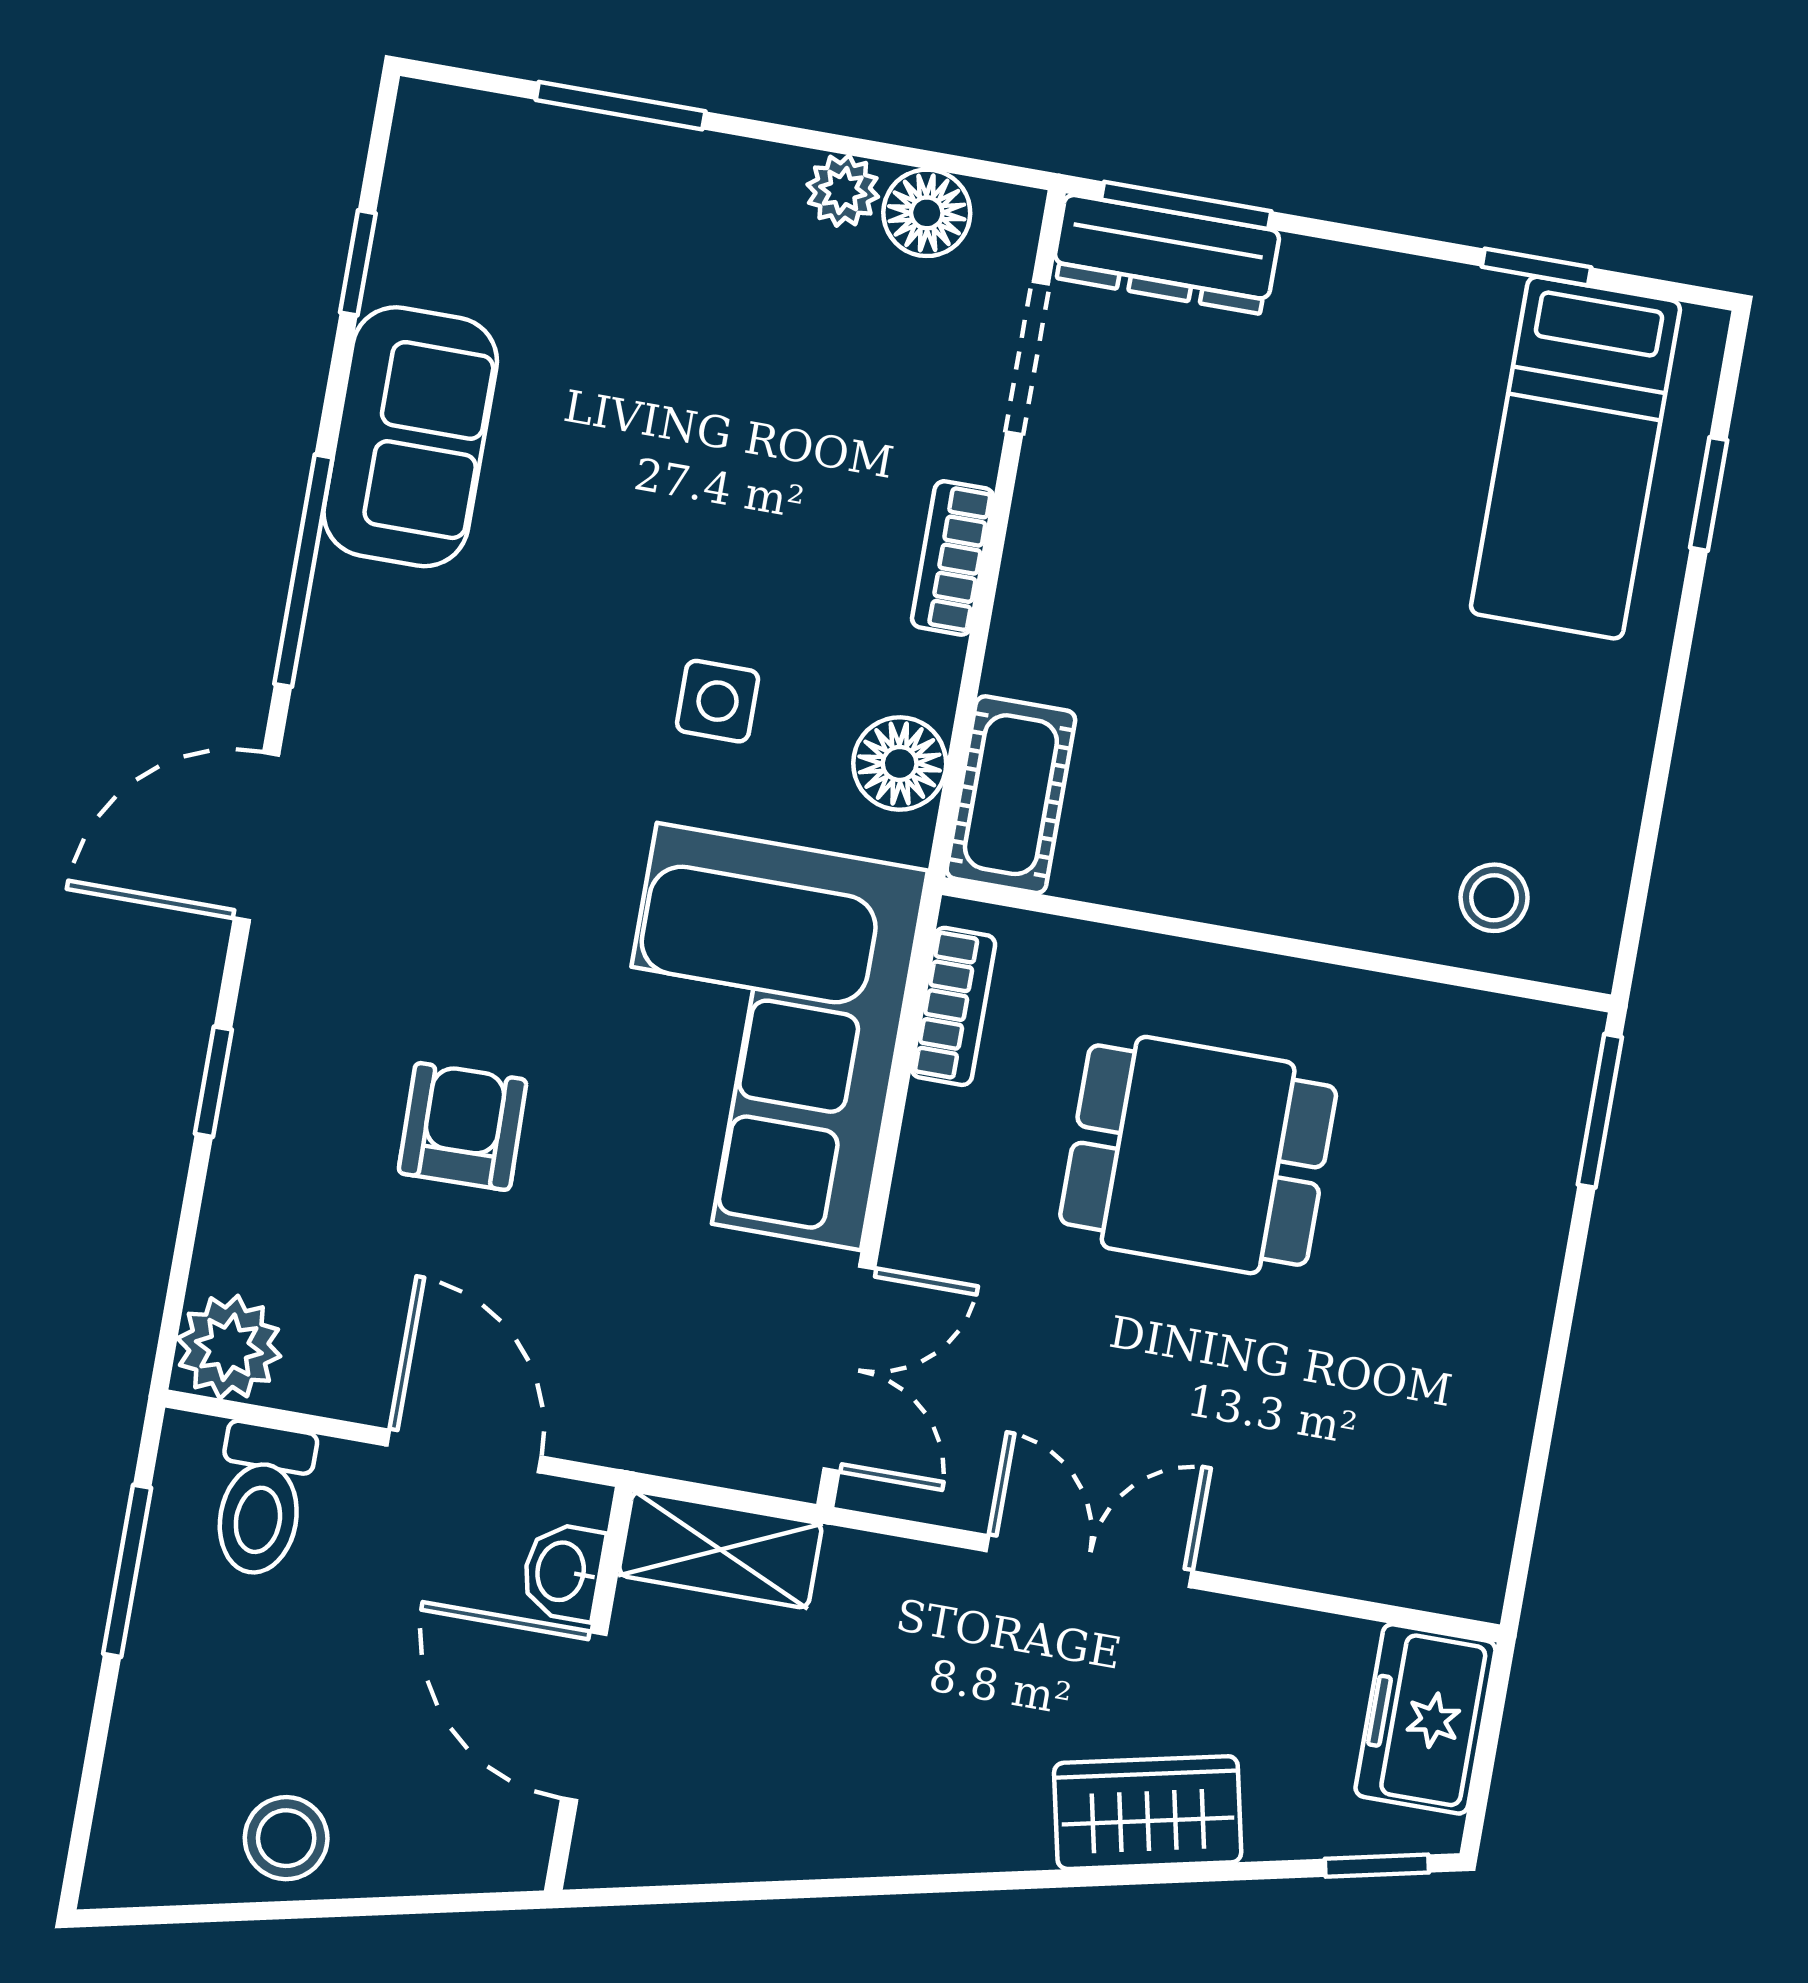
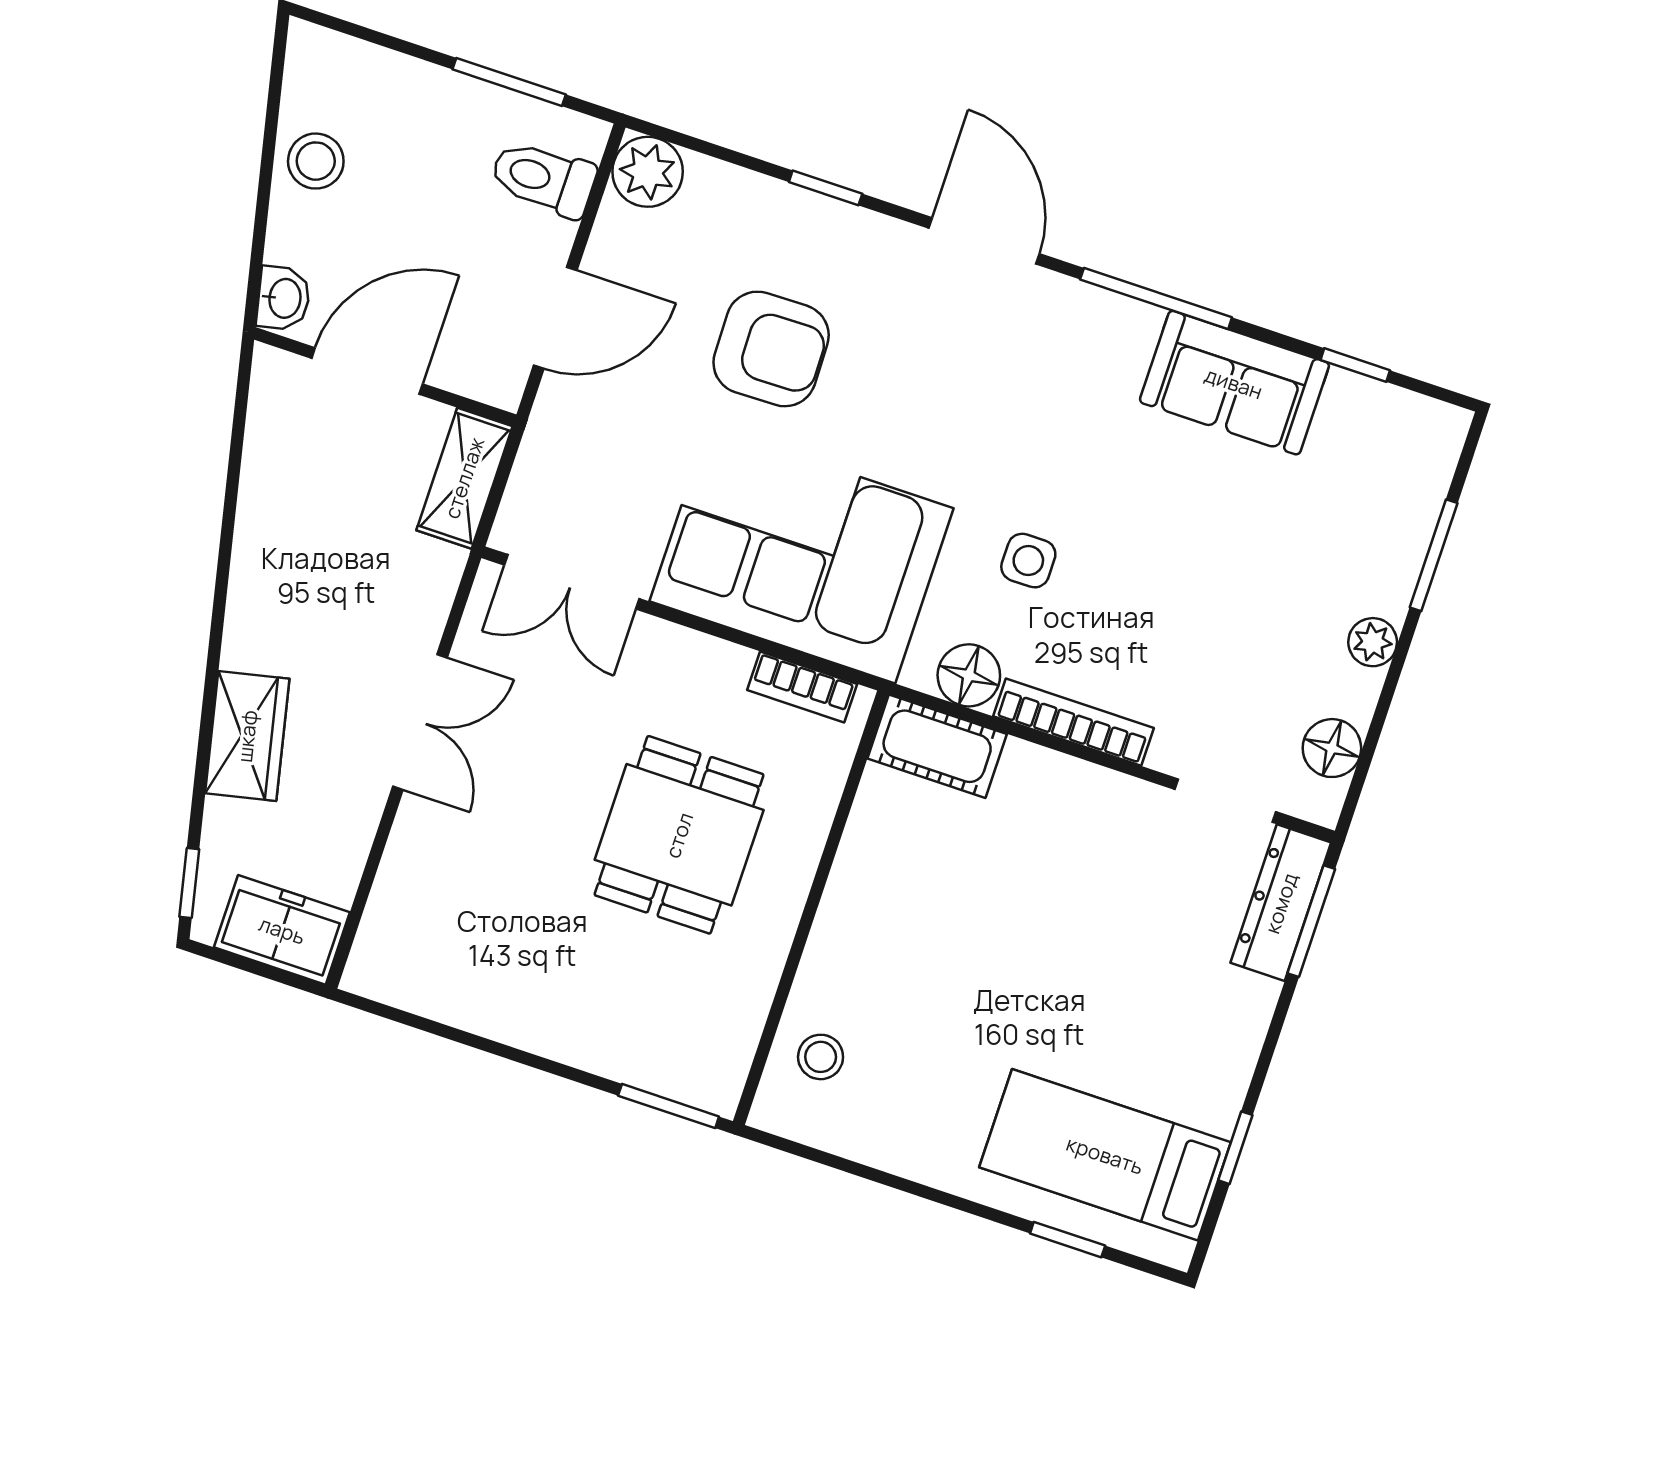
plant: (843, 191) -> (1373, 642), moved
bookcase: (953, 558) -> (1073, 722), width x1.56
armchair: (463, 1126) -> (771, 349), width x1.38, depth x1.38
washbasin: (563, 1572) -> (284, 298), moved, turned 78

